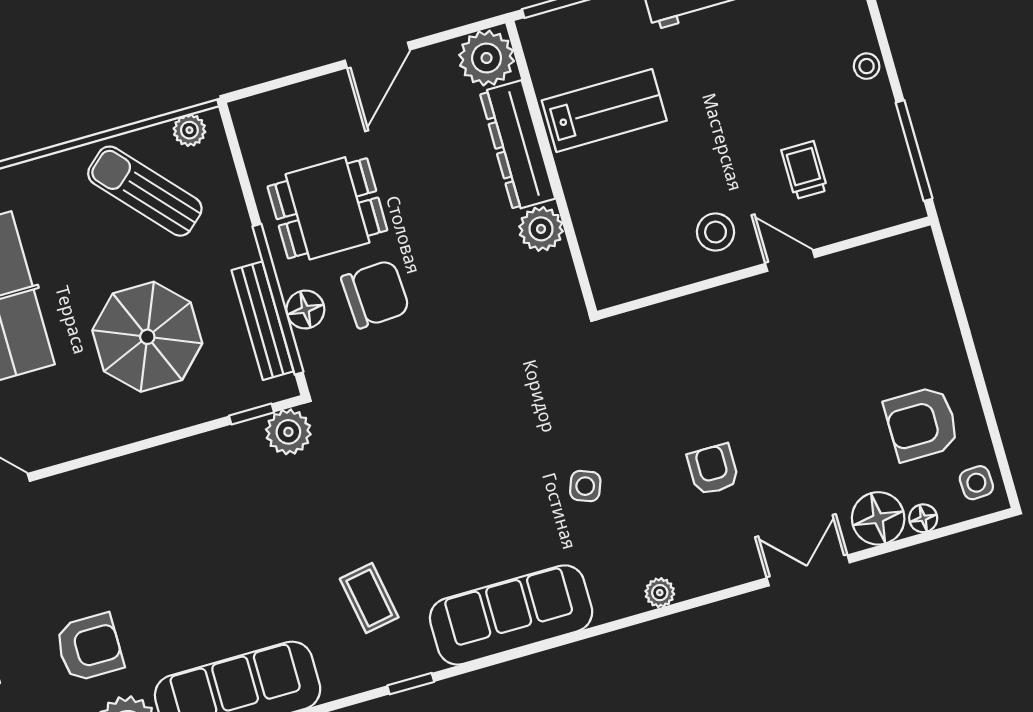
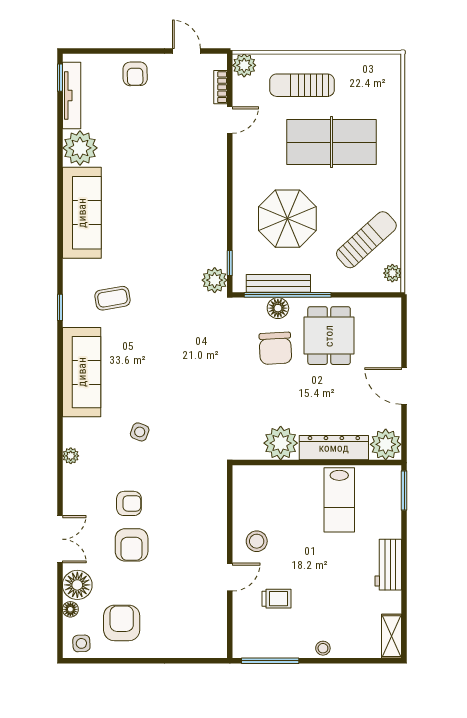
plant: (541, 229) -> (281, 443), width x1.36, depth x1.36
armchair: (89, 647) -> (132, 545), moved

